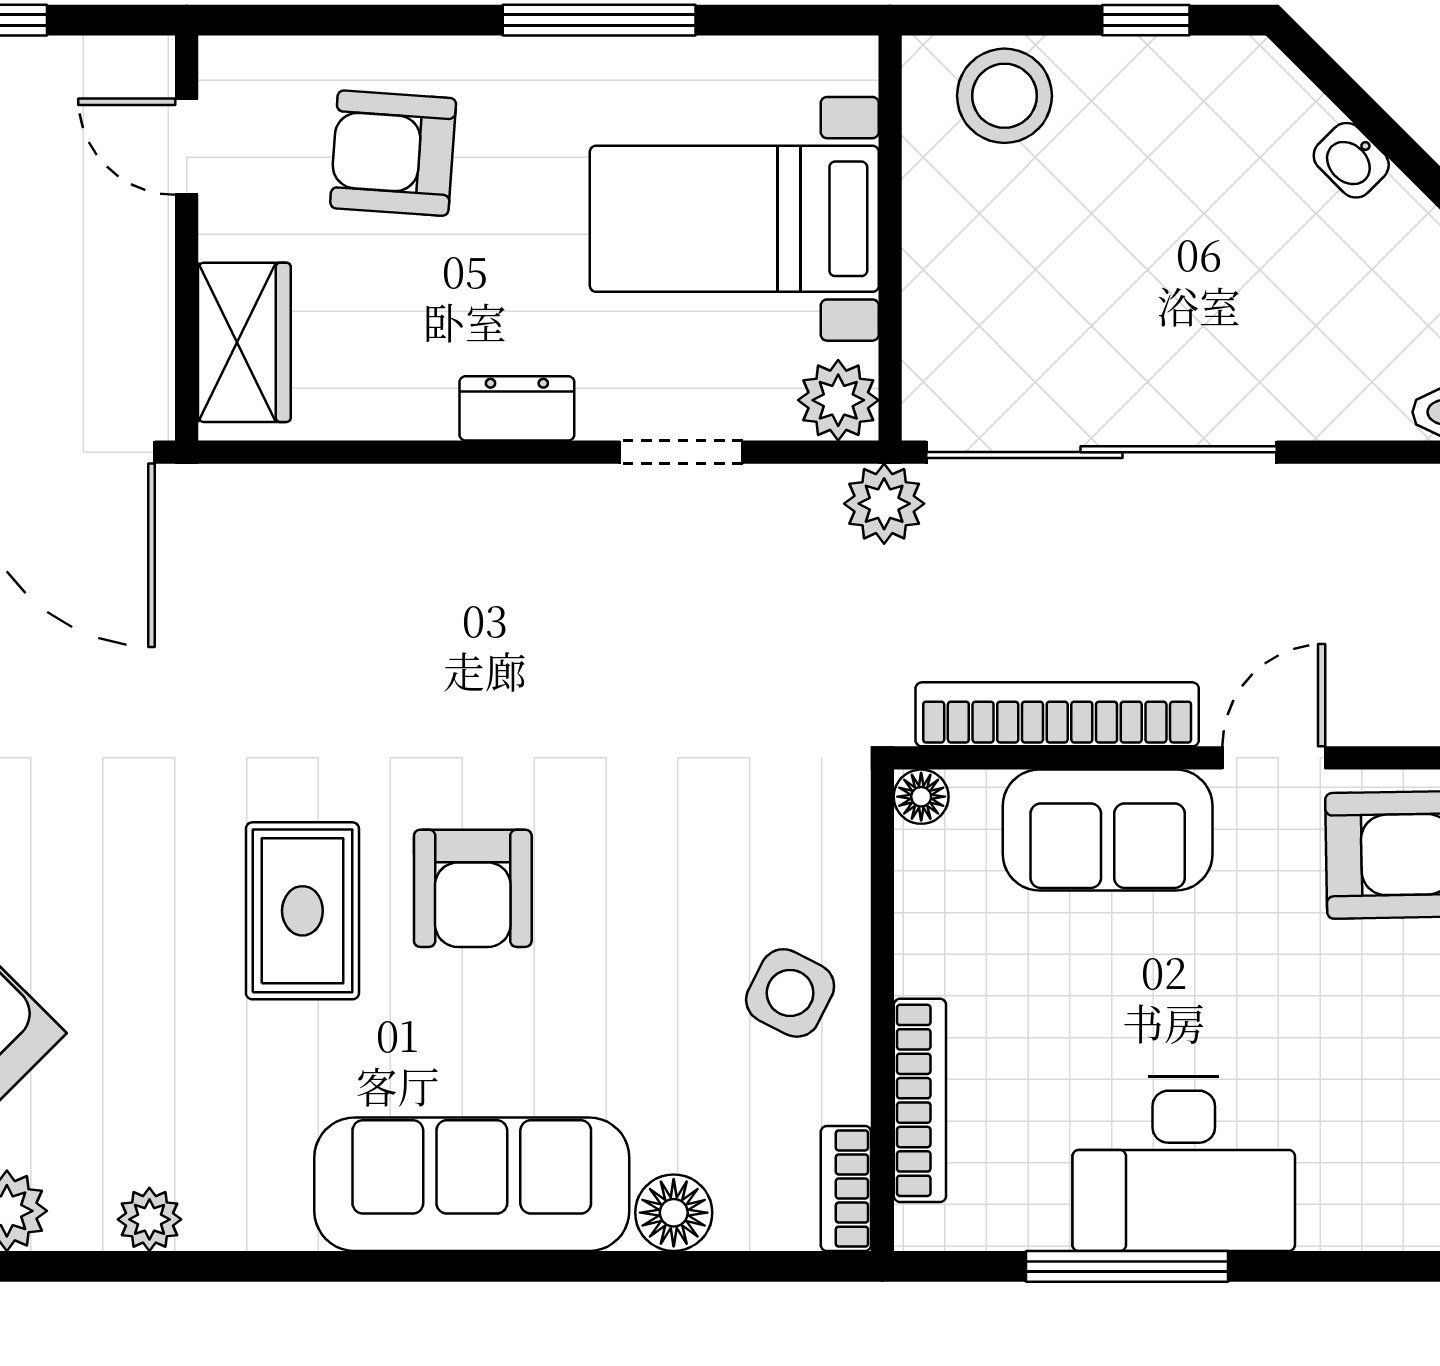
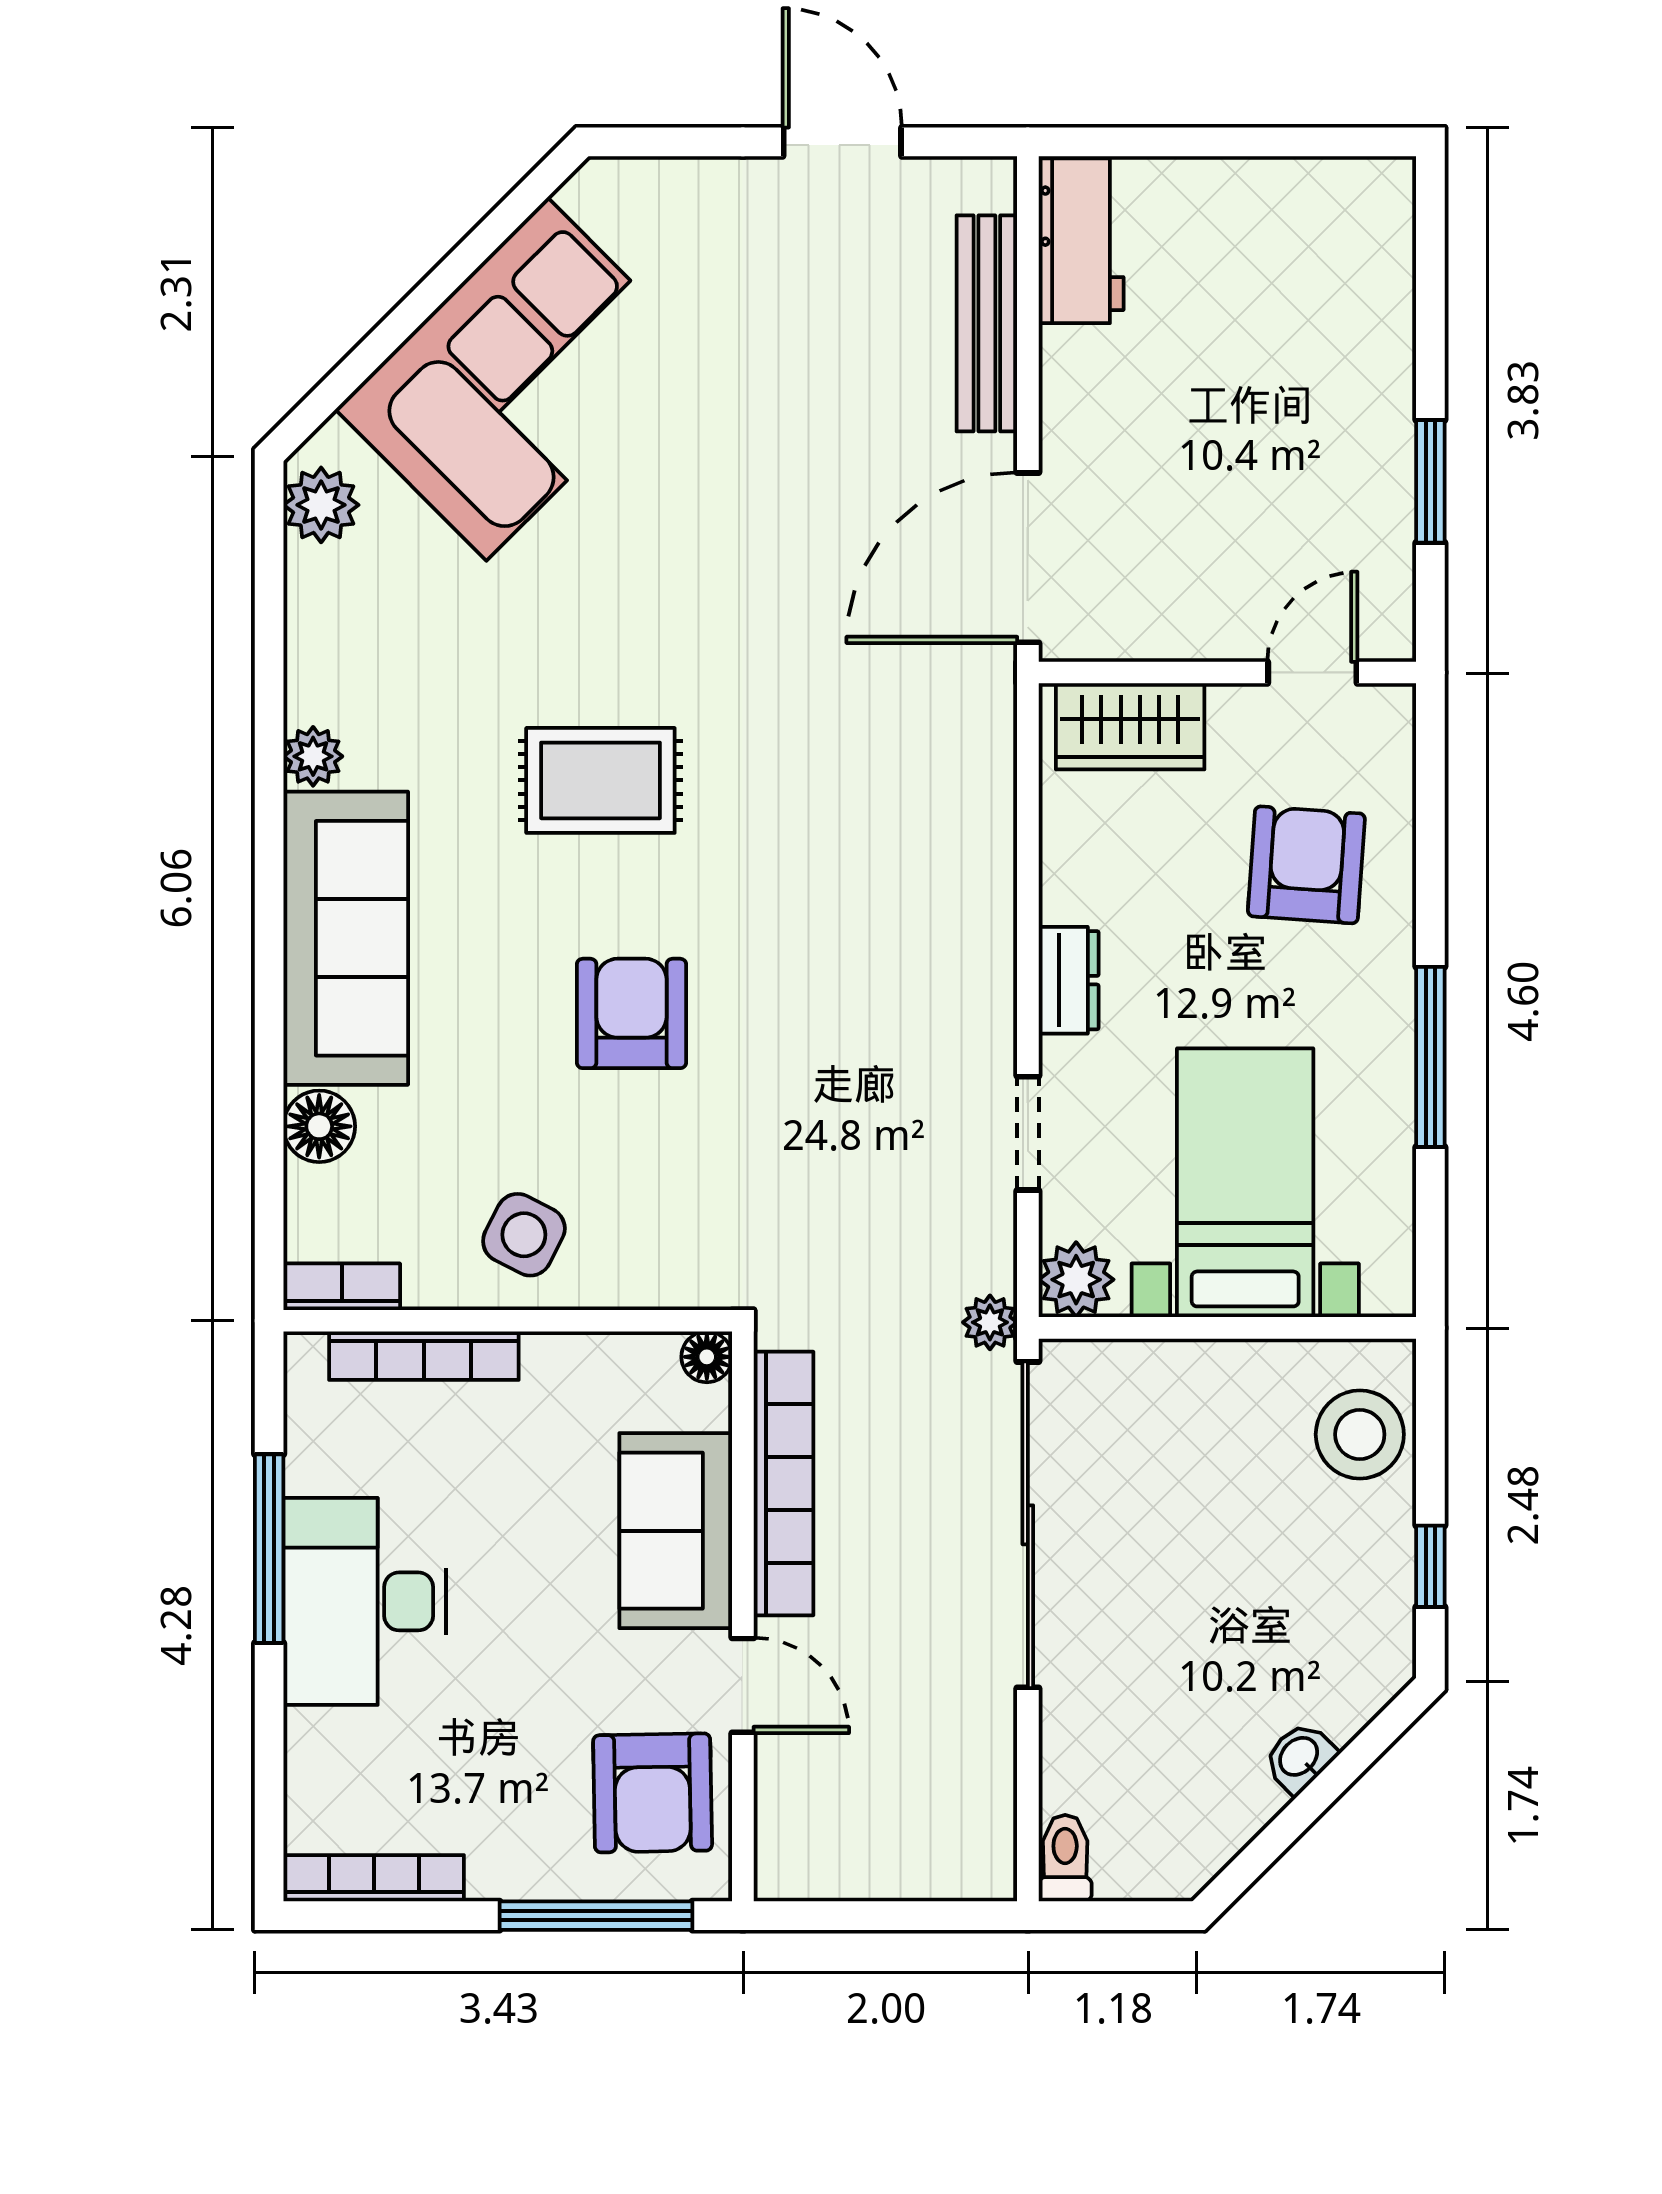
plant: (884, 504) -> (990, 1322), width x0.73, depth x0.73
armchair: (473, 888) -> (631, 1013), moved, turned 90
plant: (149, 1219) -> (313, 756), moved

